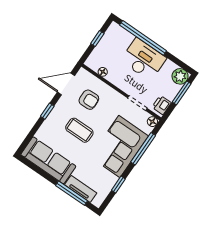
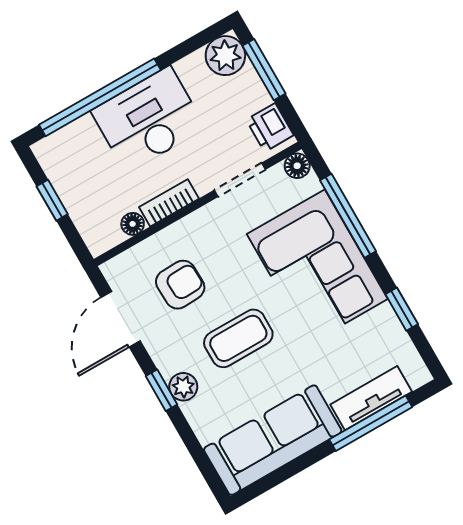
bookcase: (117, 81) -> (169, 203), added
plant: (52, 119) -> (183, 387), added

